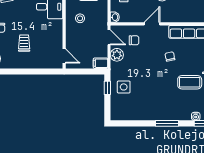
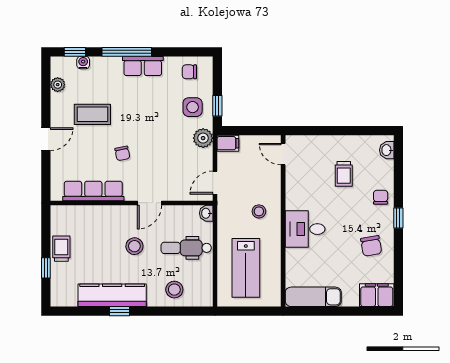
door: (109, 37) -> (215, 183), hinge flipped
chair: (134, 40) -> (189, 72), moved
plant: (117, 55) -> (203, 138), moved
row of seats: (156, 114) -> (143, 66), added
window: (167, 123) -> (127, 52), width x1.44

